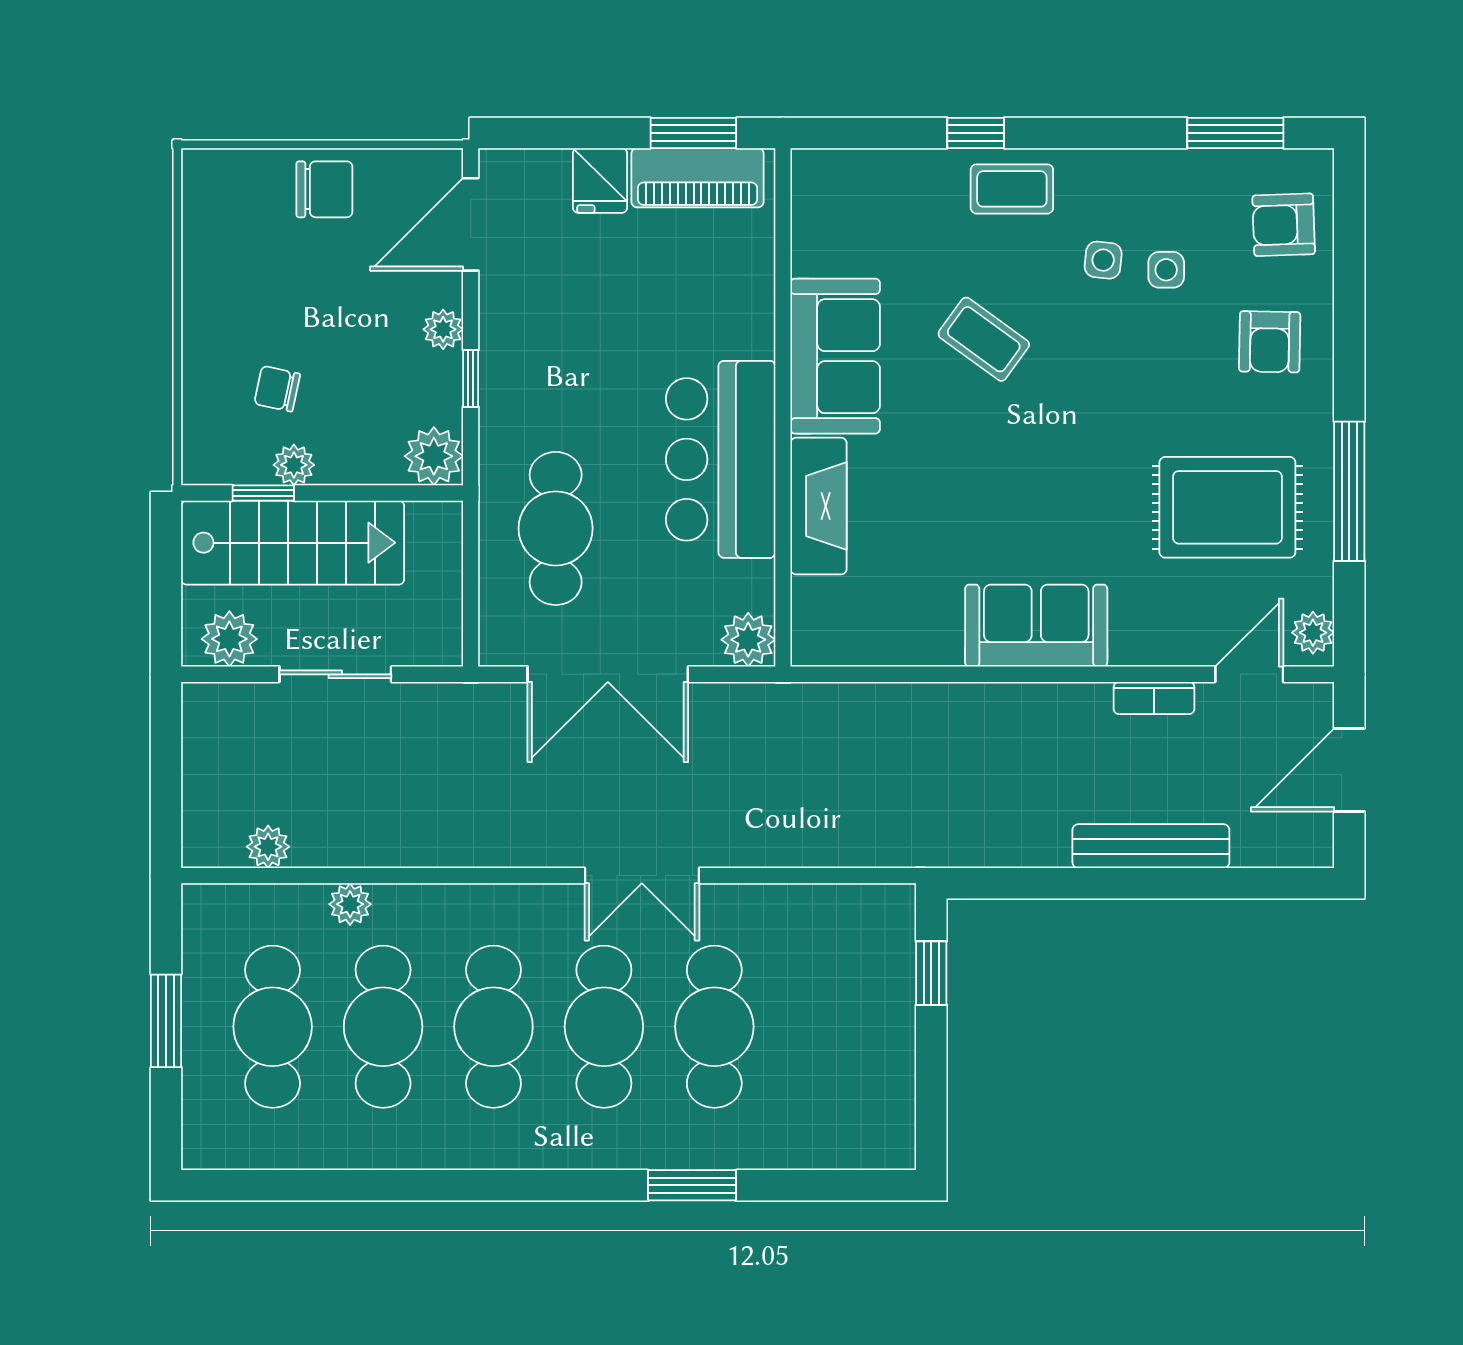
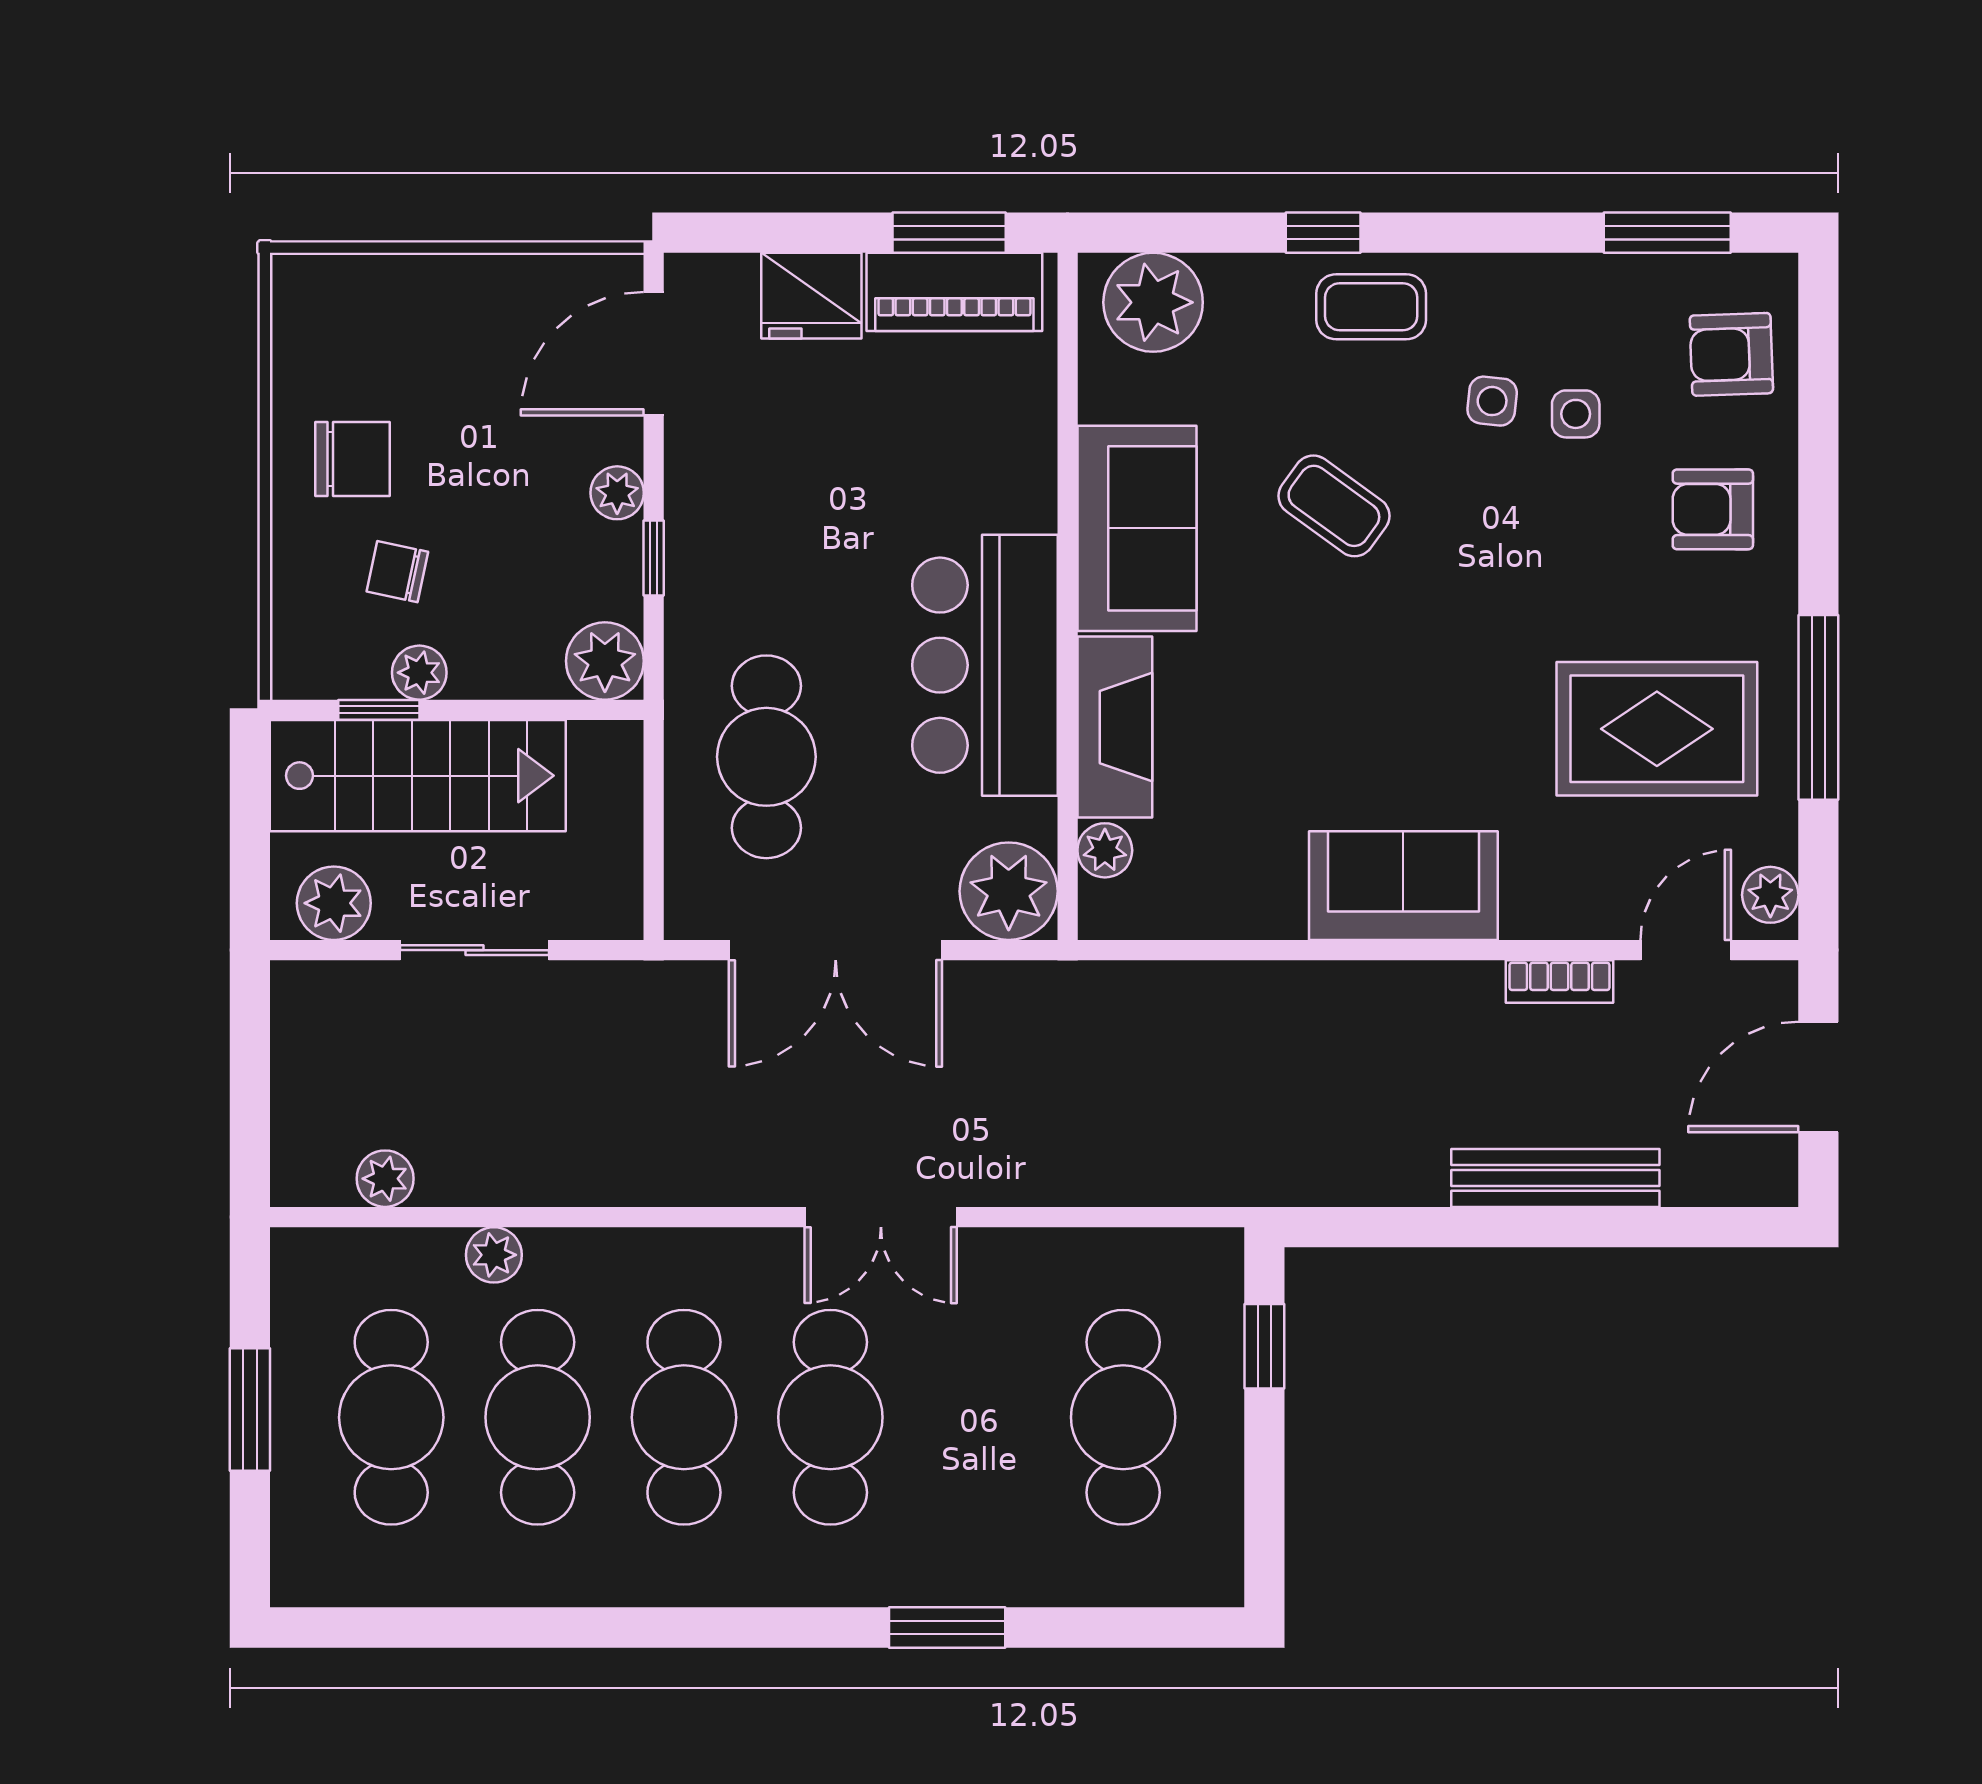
fridge: (600, 181) -> (811, 296), width x1.38
plant: (847, 186) -> (1153, 302), added
chair: (324, 189) -> (353, 459), moved
armchair: (1270, 342) -> (1713, 509), turned 89
plant: (811, 599) -> (1105, 850), added
plant: (748, 640) -> (1009, 891), width x1.36, depth x1.36
cafe table: (714, 1027) -> (1123, 1417), moved

